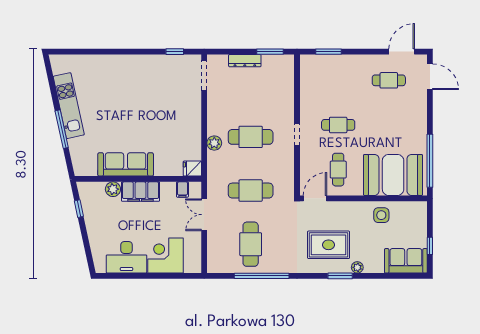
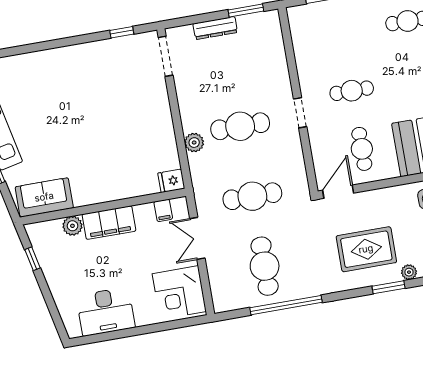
sofa: (126, 164) -> (44, 197), moved, width x0.73
corner desk: (165, 255) -> (179, 293), moved, turned -90

